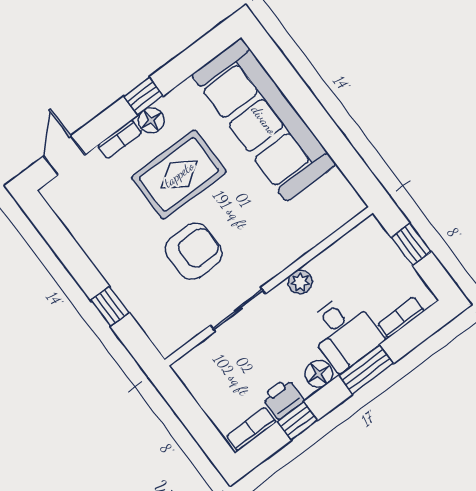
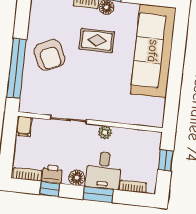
rug: (179, 174) -> (97, 40), width x0.73, depth x0.70
armchair: (194, 251) -> (49, 55), moved, turned 65
window: (110, 307) -> (17, 68), width x3.17
filing cabinet: (189, 372) -> (24, 126), added

